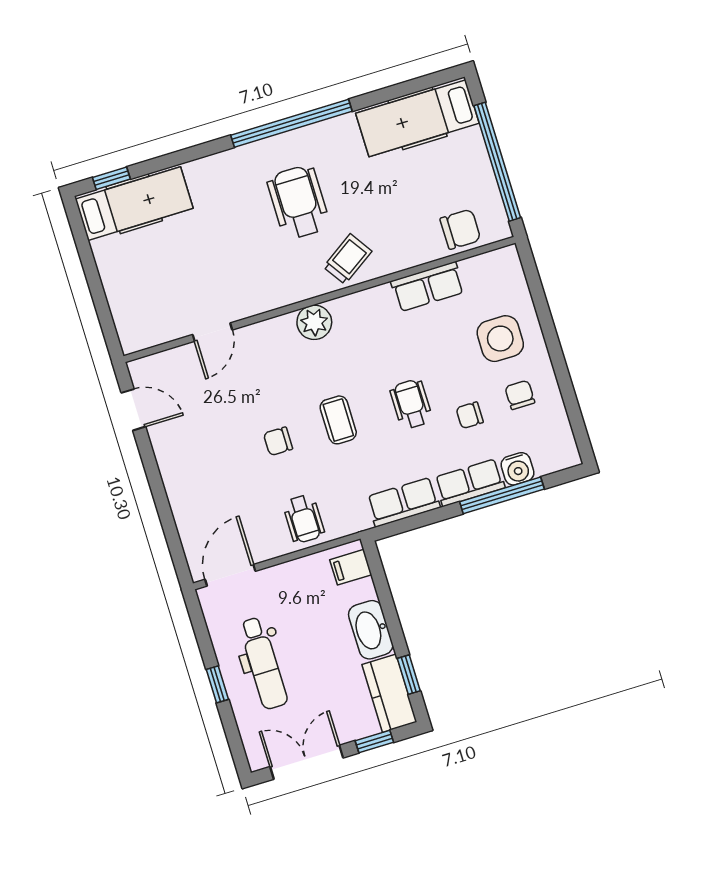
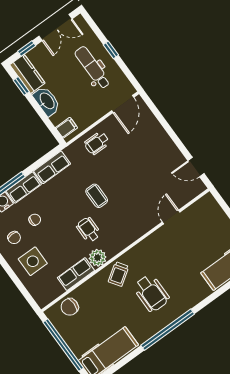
plant: (314, 322) -> (98, 258), moved
wheelchair: (411, 404) -> (89, 230), moved, turned 180
chair: (278, 441) -> (122, 176), removed
wheelchair: (304, 519) -> (97, 143), turned -90

